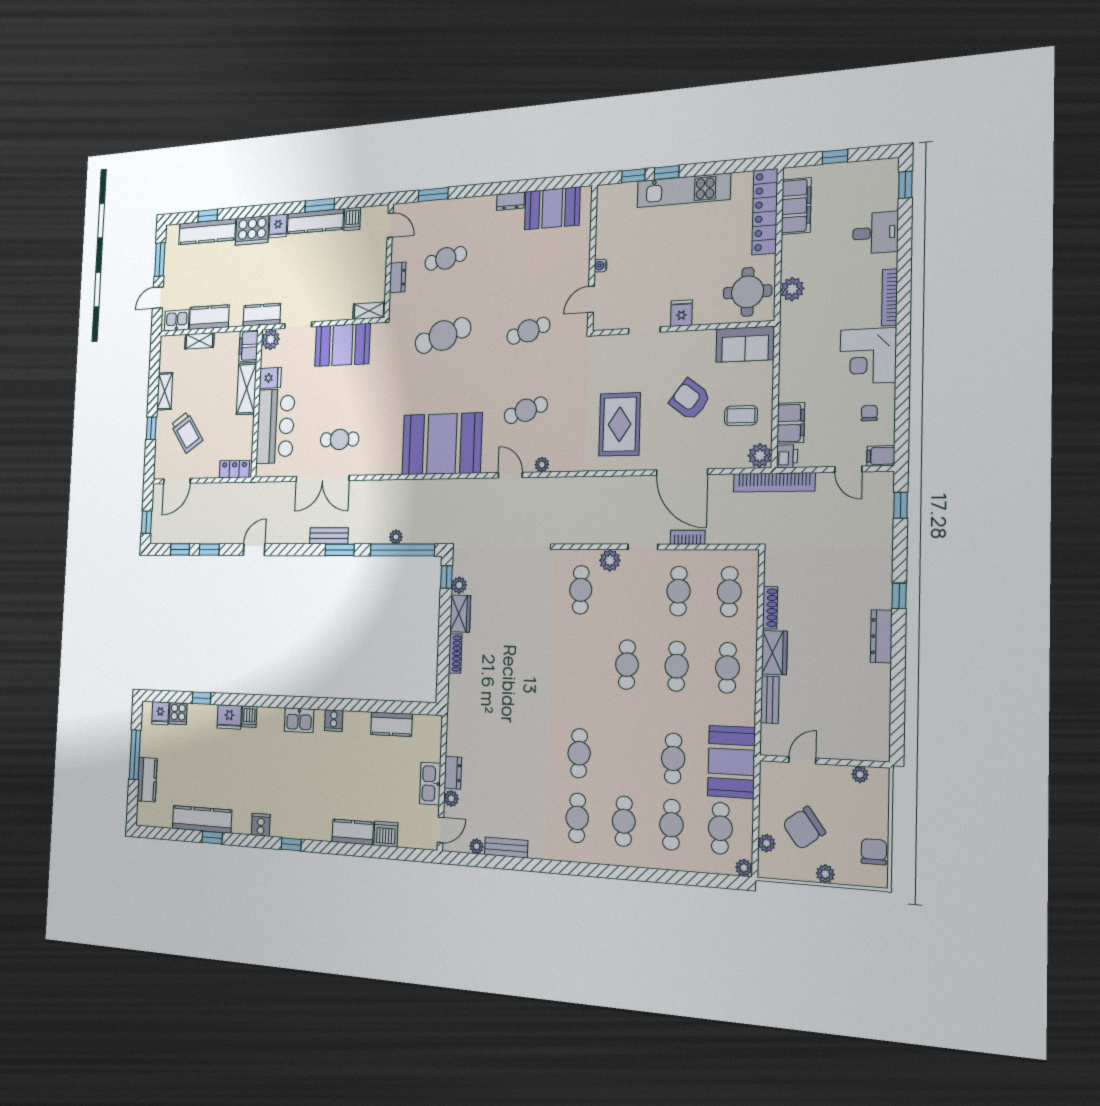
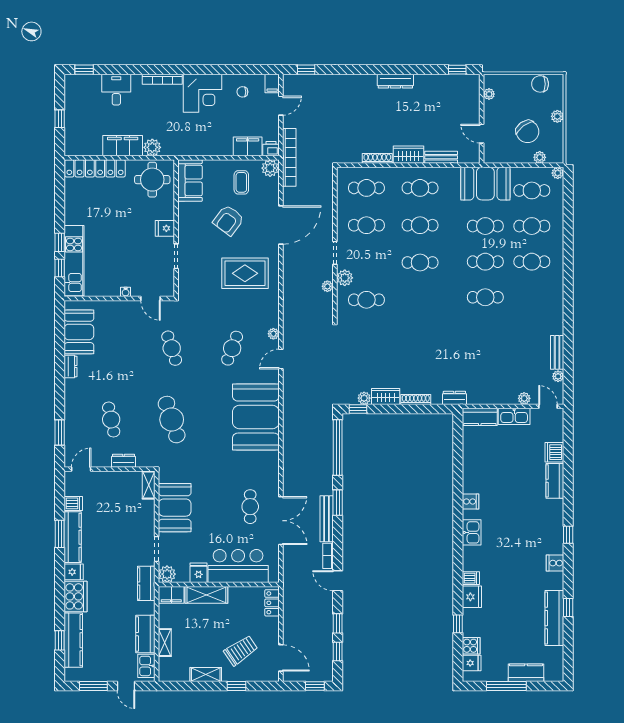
kitchen unit: (684, 190) -> (74, 261), moved
filing cabinet: (796, 206) -> (123, 146), moved
cafe table: (526, 410) -> (232, 348), turned 39
bench: (329, 536) -> (327, 519), width x1.36
plant: (396, 537) -> (327, 286), moved
bookcase: (688, 537) -> (328, 556), moved
window: (899, 596) -> (457, 70), moved
kitchen counter: (391, 724) -> (480, 417), moved, turned 90
dresser: (453, 773) -> (454, 398), moved
cafe table: (577, 818) -> (485, 262), moved

